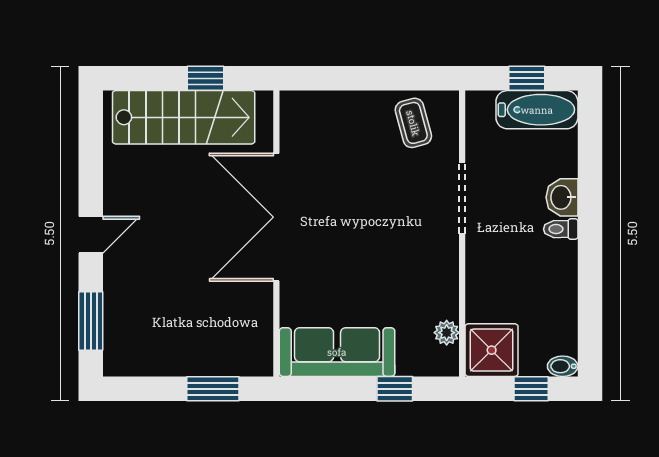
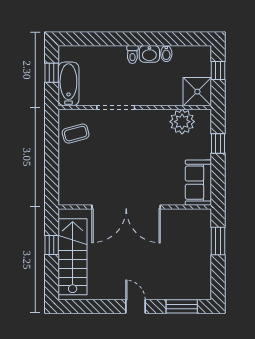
bathtub: (537, 110) -> (68, 84), moved
washbasin: (562, 197) -> (149, 54), moved
plant: (447, 333) -> (182, 122), width x1.87, depth x1.87
sofa: (337, 352) -> (198, 183), width x0.73
bidet: (563, 366) -> (166, 54), moved

